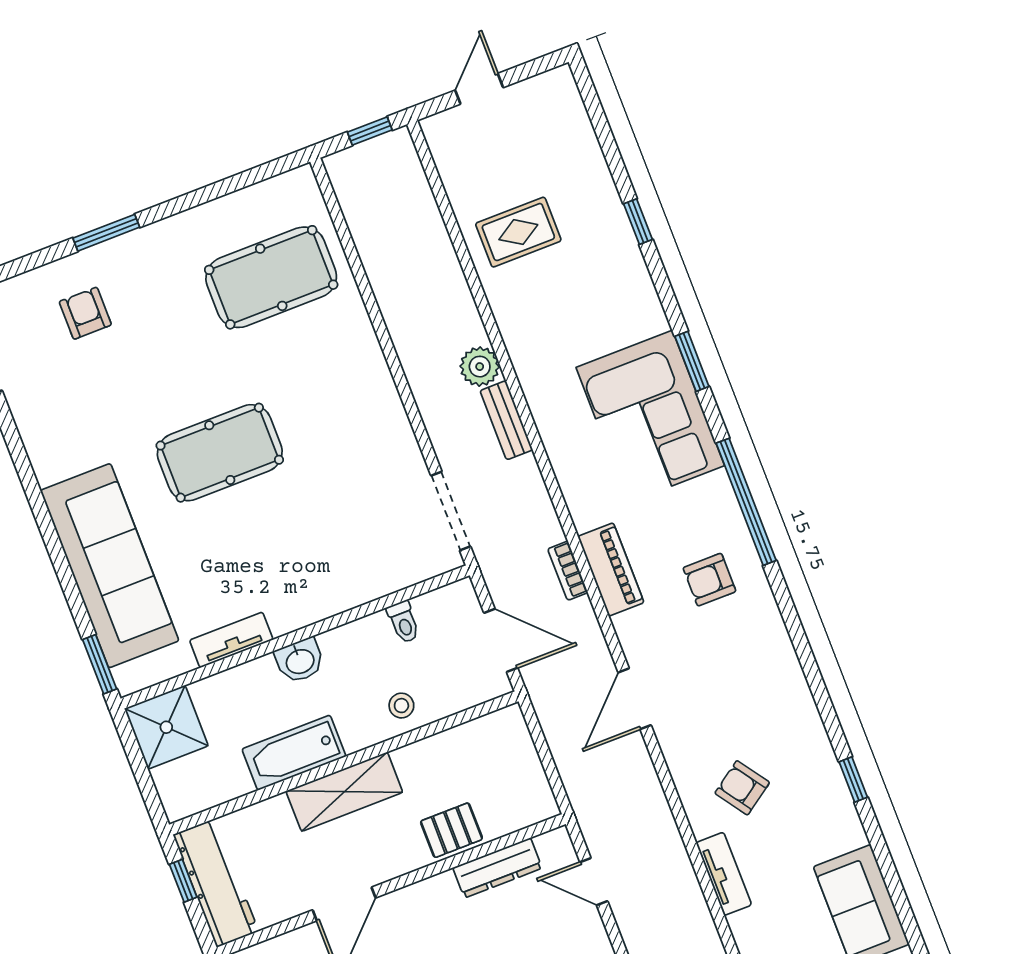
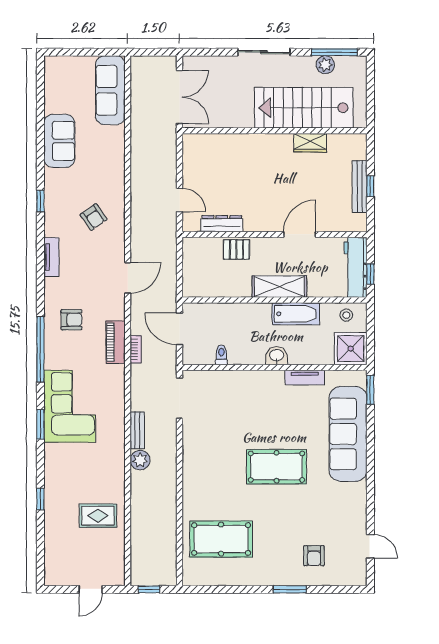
stool: (401, 706) -> (346, 315), moved
tv unit: (724, 874) -> (51, 257), moved, turned 180

